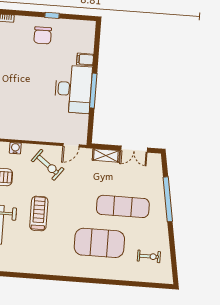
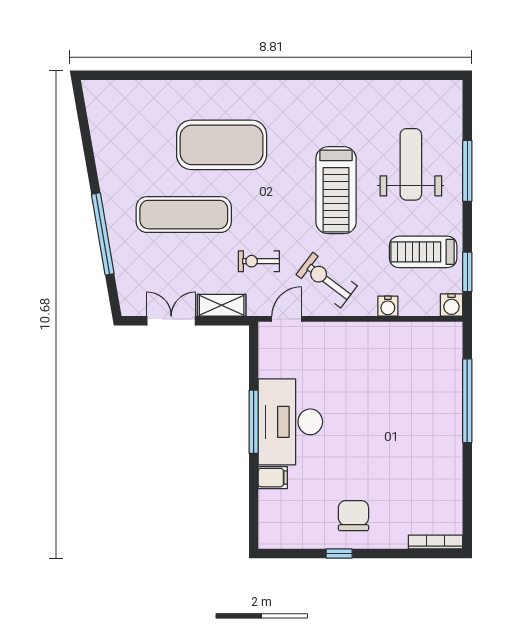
treadmill: (39, 214) -> (336, 190), width x1.37, depth x1.38
exercise bike: (149, 256) -> (259, 261), moved

